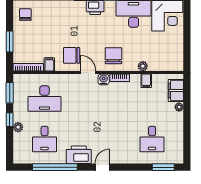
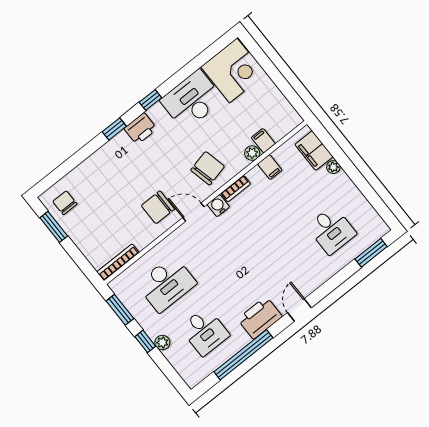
window: (10, 42) -> (54, 227), moved
chair: (113, 56) -> (208, 168), turned 77
filing cabinet: (49, 64) -> (263, 141), moved

